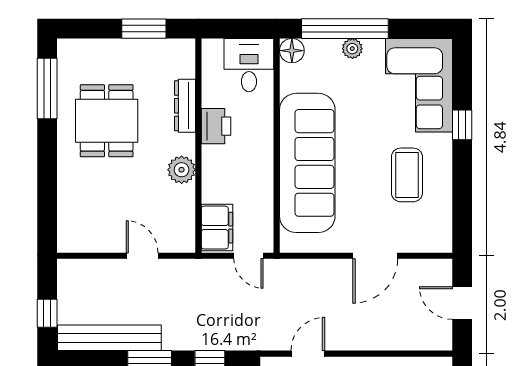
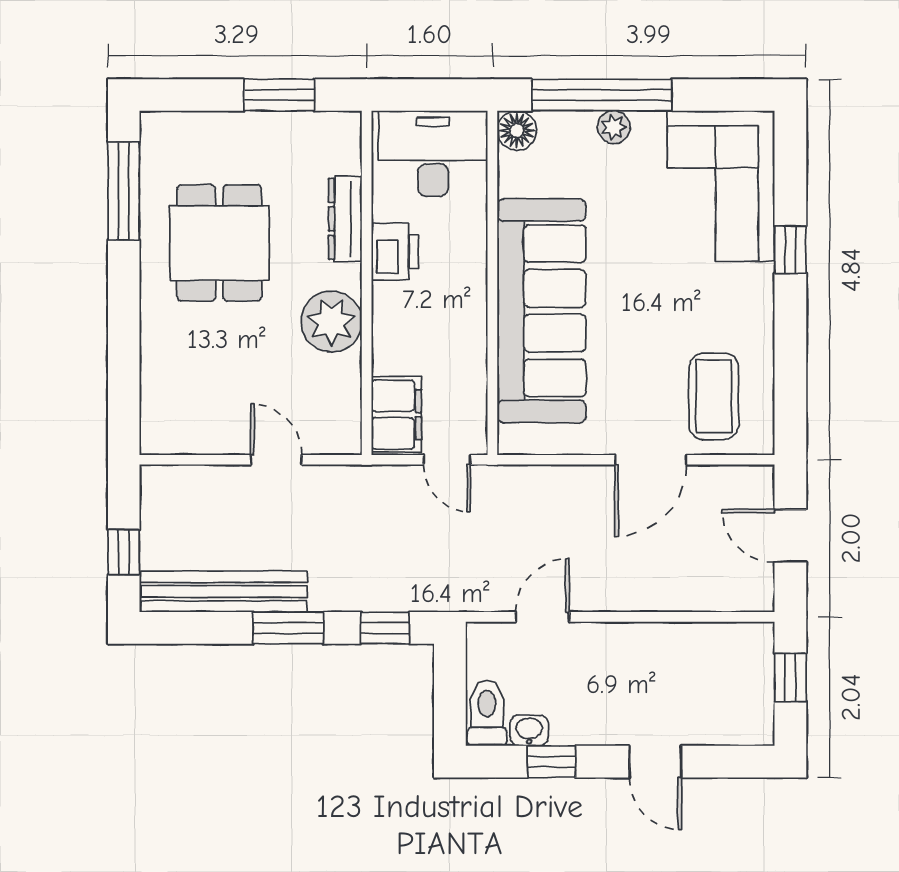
desk: (249, 65) -> (433, 154), width x1.37
plant: (182, 170) -> (331, 322), width x1.36, depth x1.36
coffee table: (407, 175) -> (714, 396), moved

